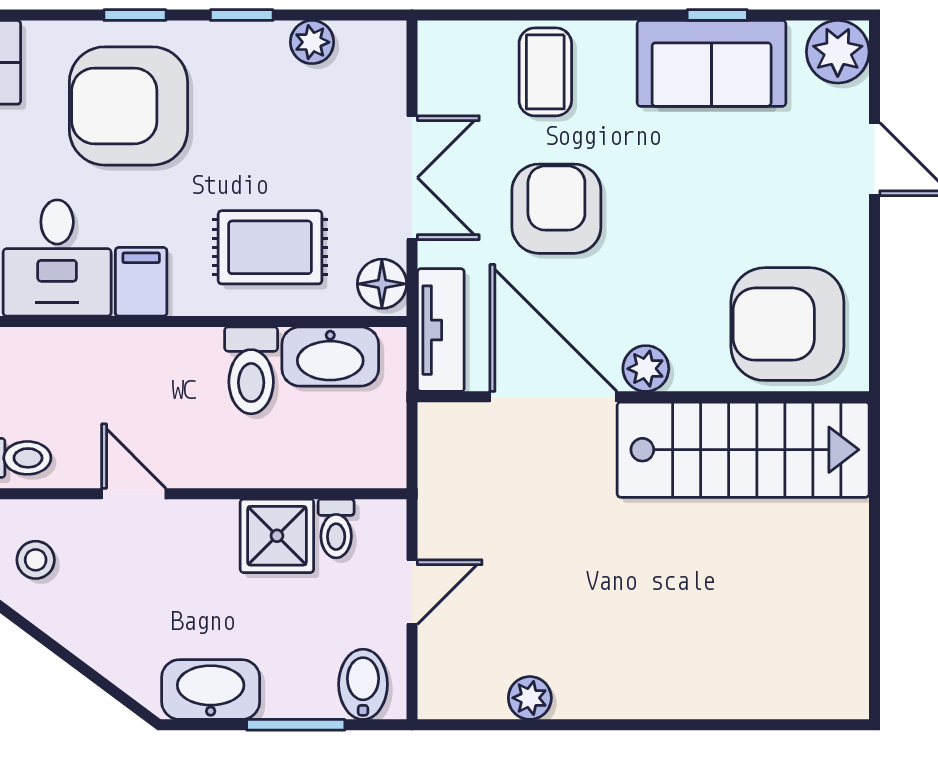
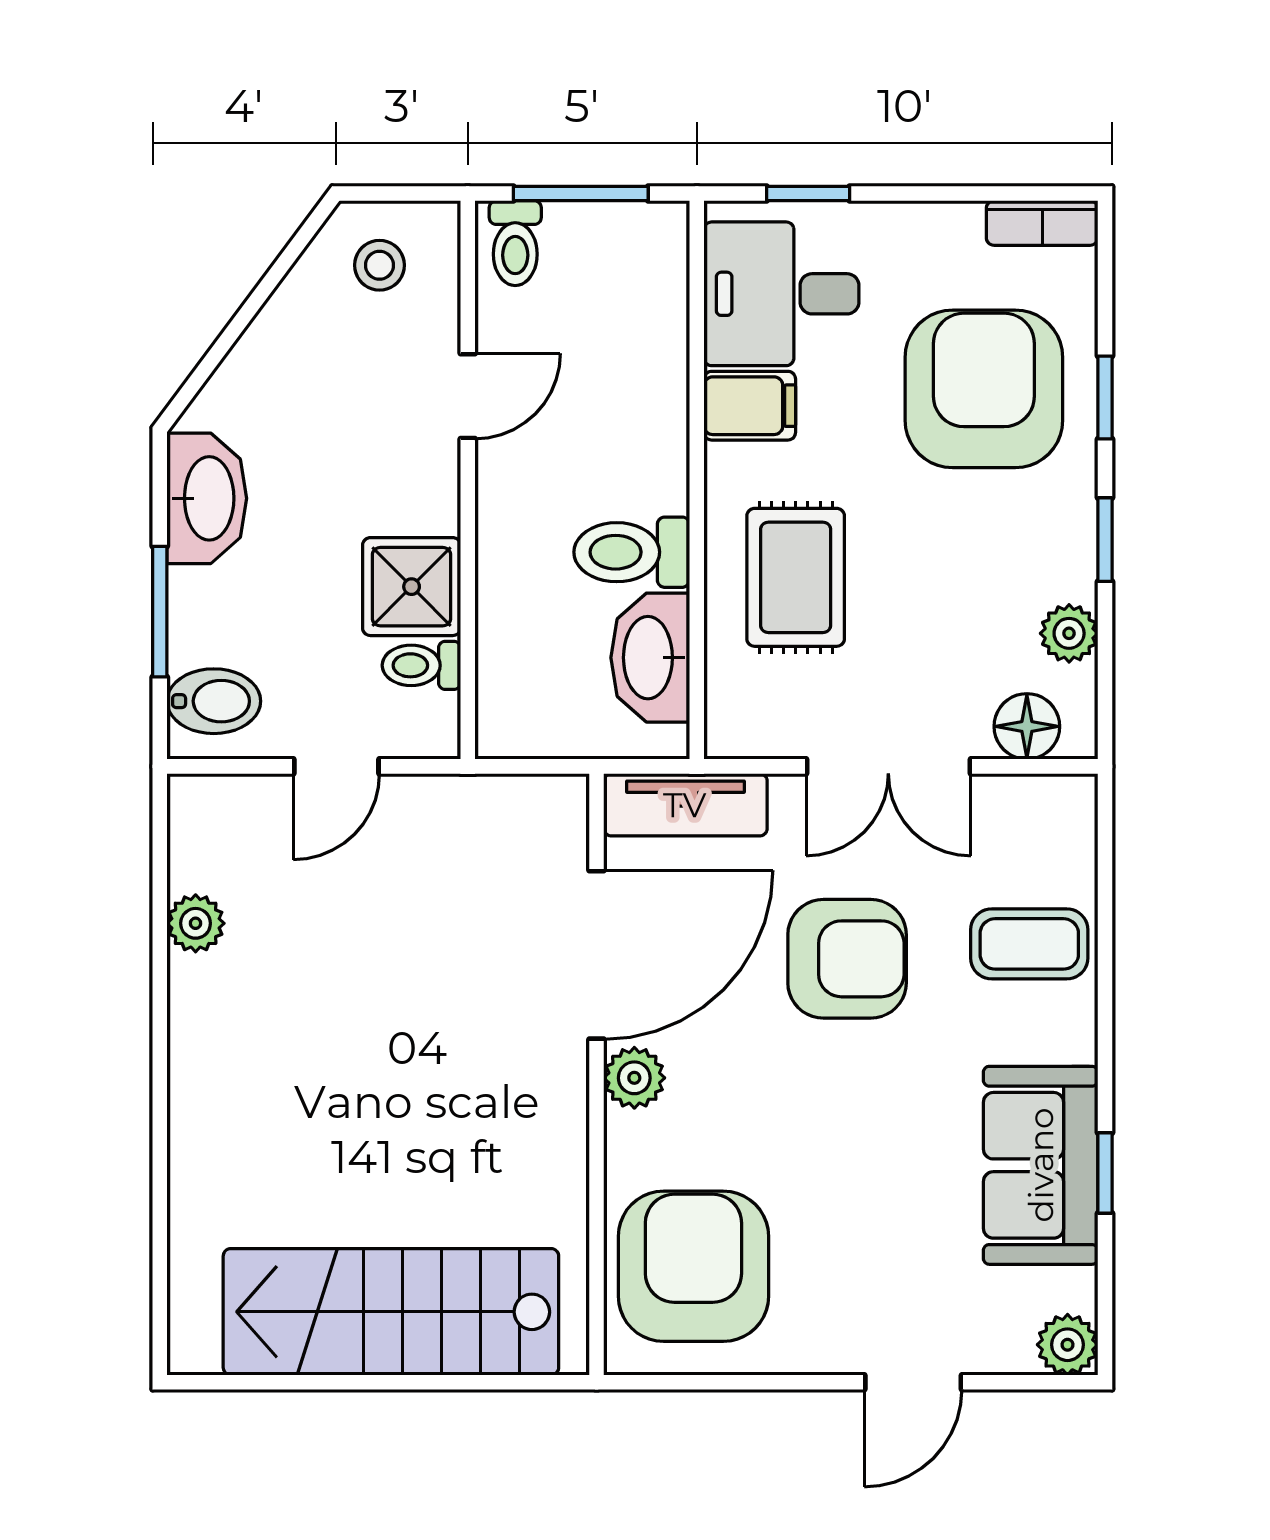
plant: (838, 52) -> (1068, 1345), width x0.73, depth x0.73
floor lamp: (382, 284) -> (1027, 726), moved
stairs: (743, 450) -> (391, 1312), moved, turned 90
door: (412, 592) -> (336, 766), hinge flipped

